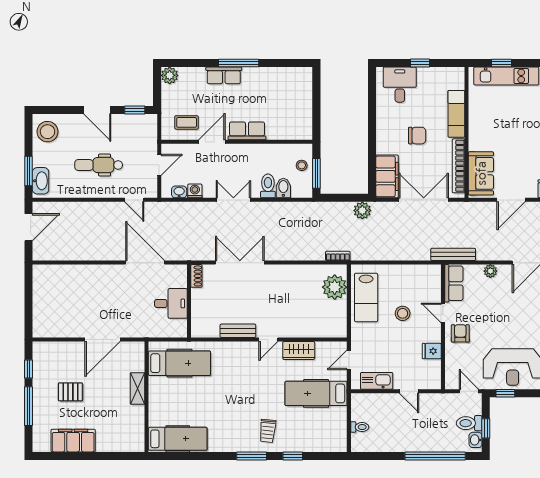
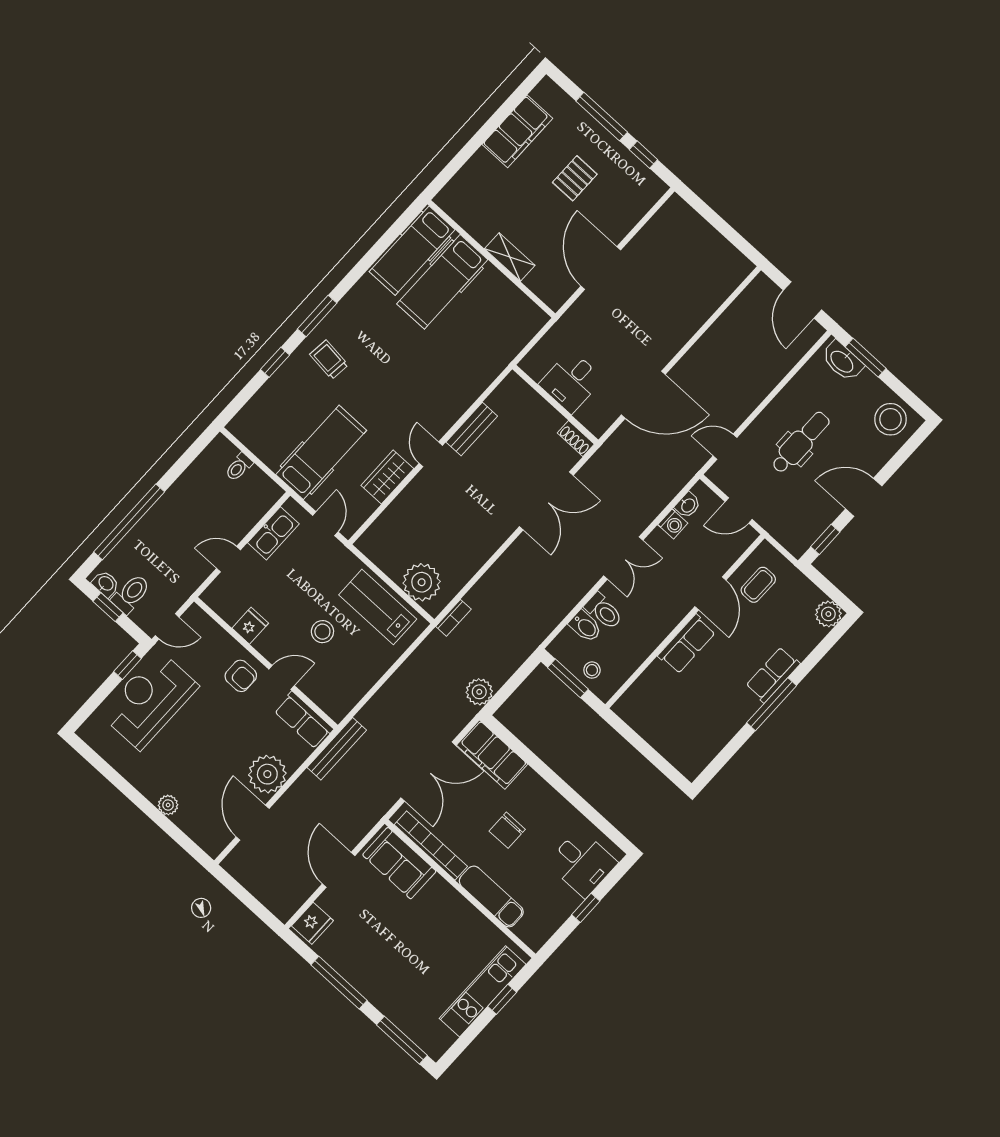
door: (159, 165) -> (739, 511), hinge flipped
plant: (490, 271) -> (267, 774), width x1.88, depth x1.88
hospital bed: (179, 363) -> (442, 282), moved

